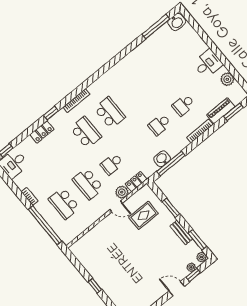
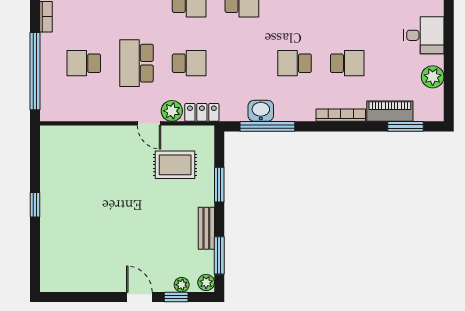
school desk: (183, 105) -> (347, 63), turned 180
school desk: (112, 164) -> (189, 63), turned 180
school desk: (64, 203) -> (84, 63), width x0.54

